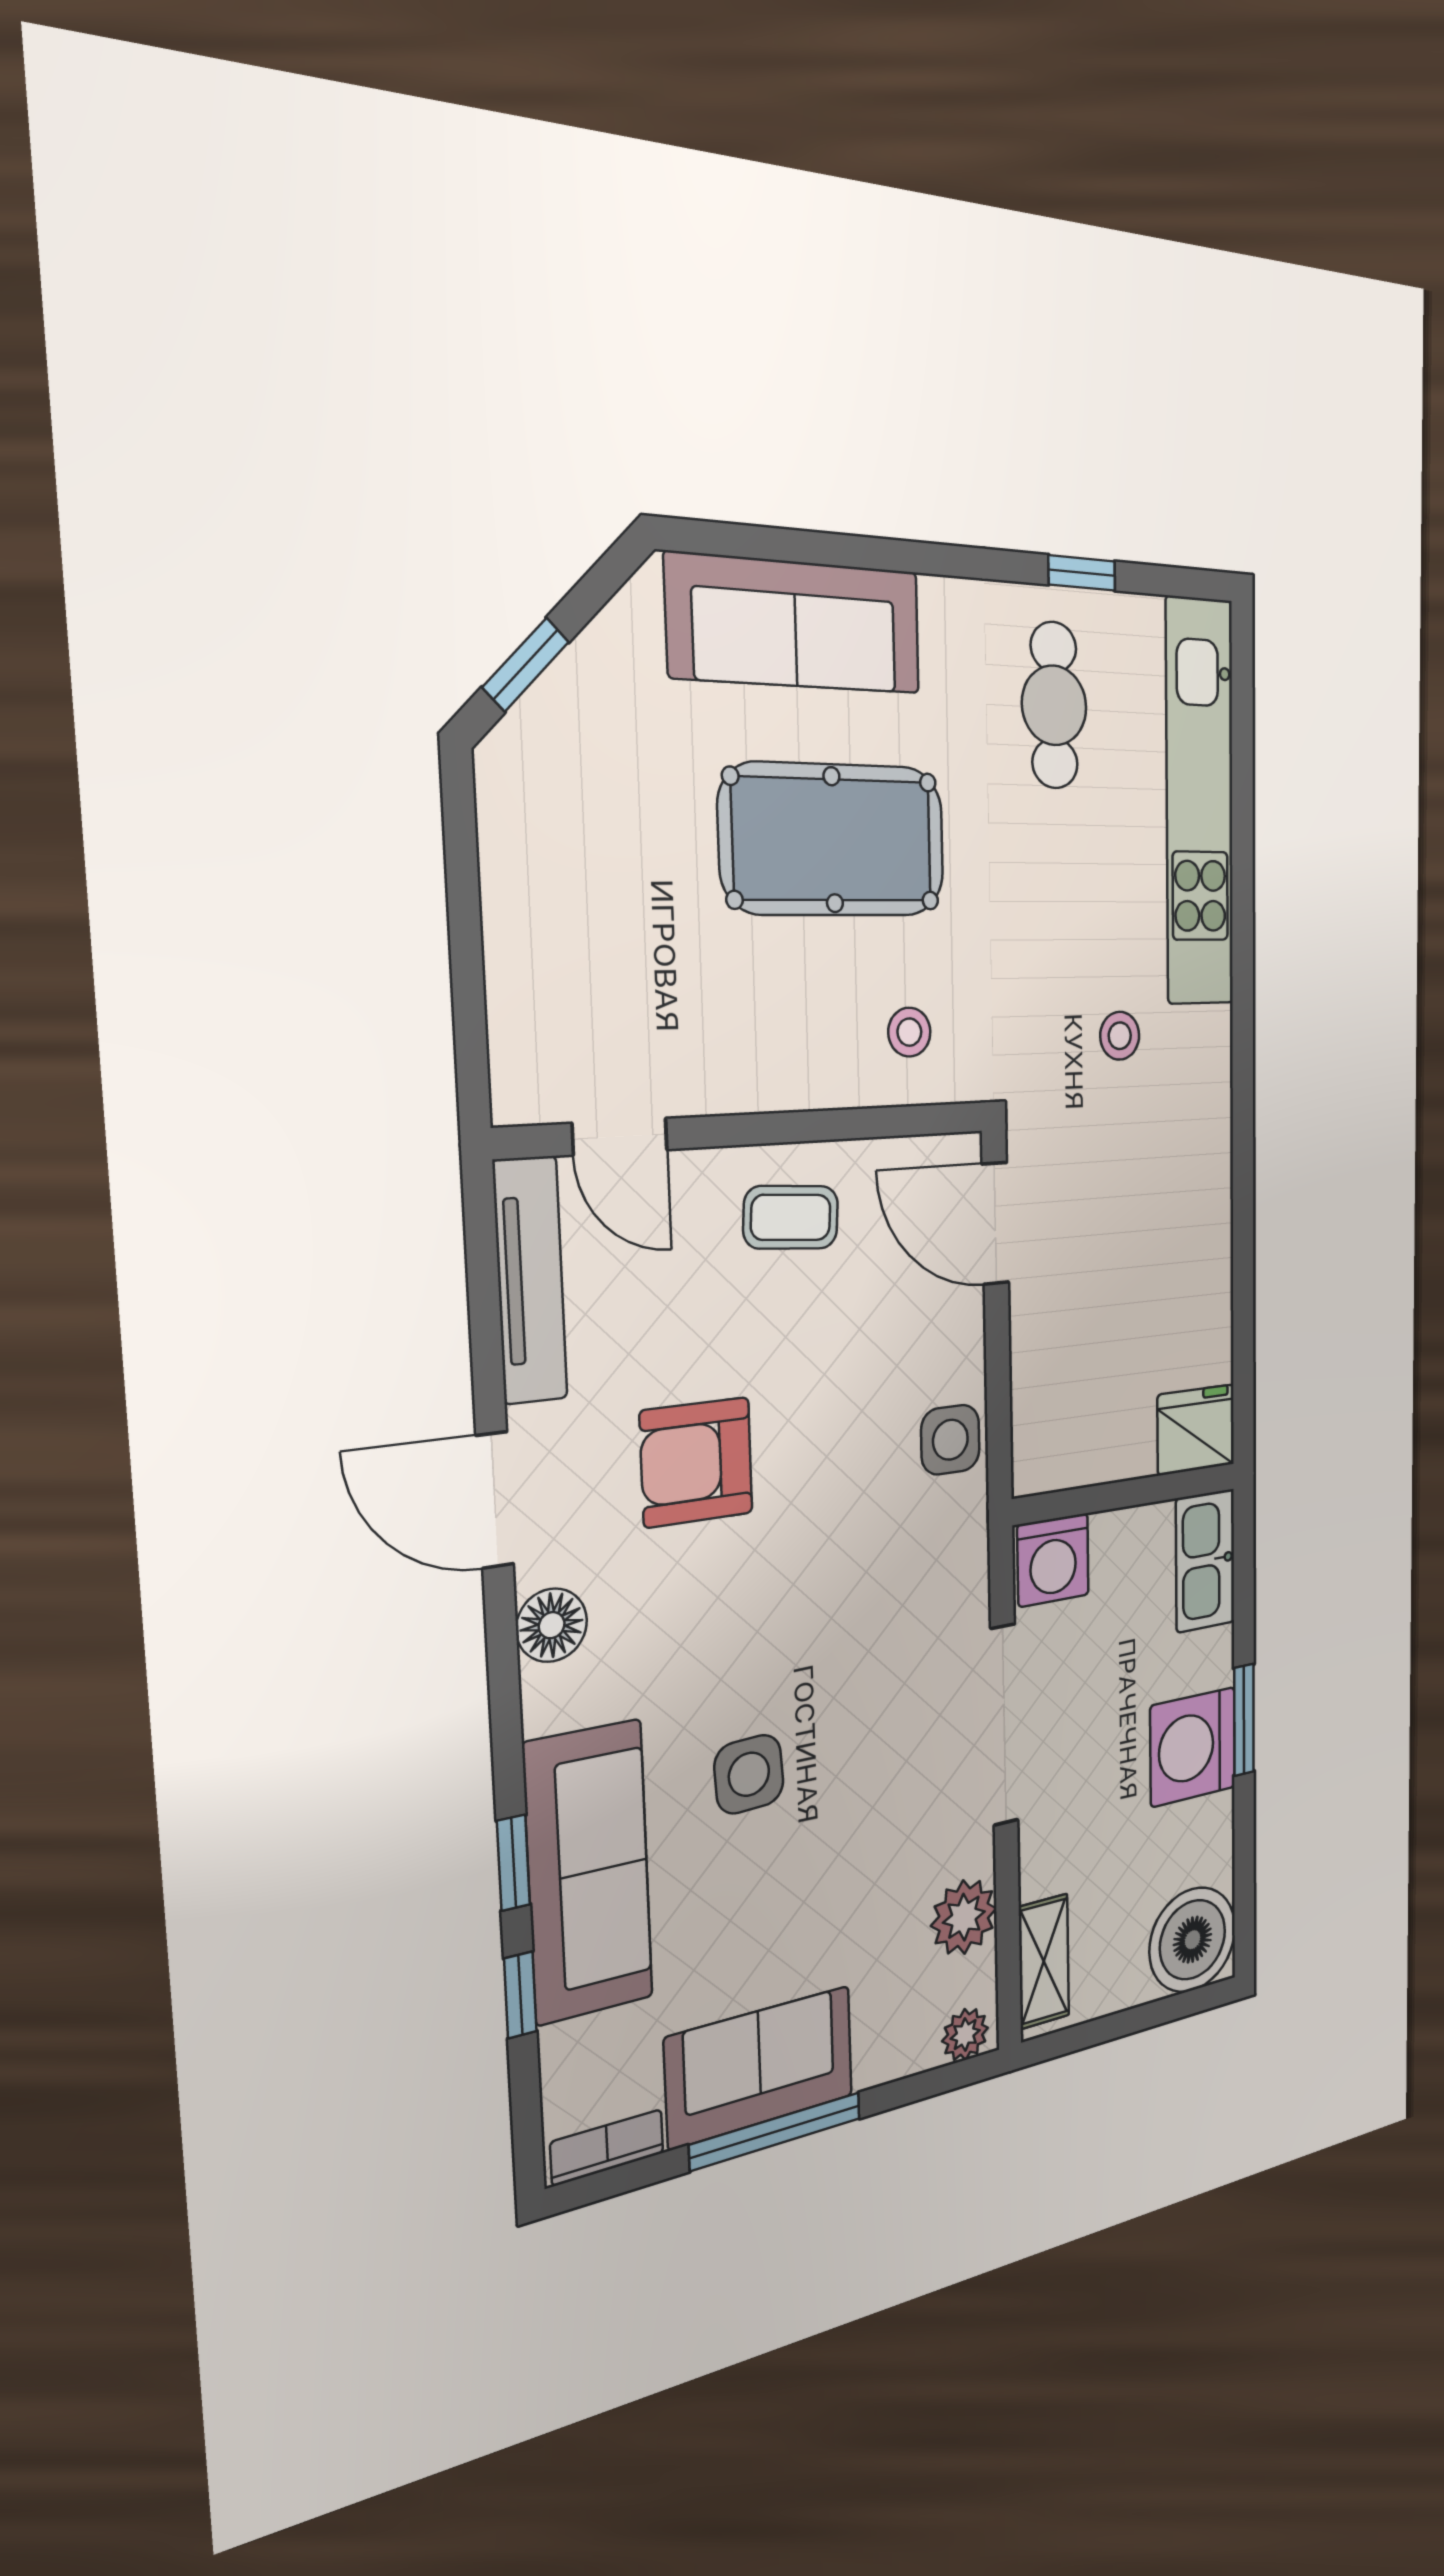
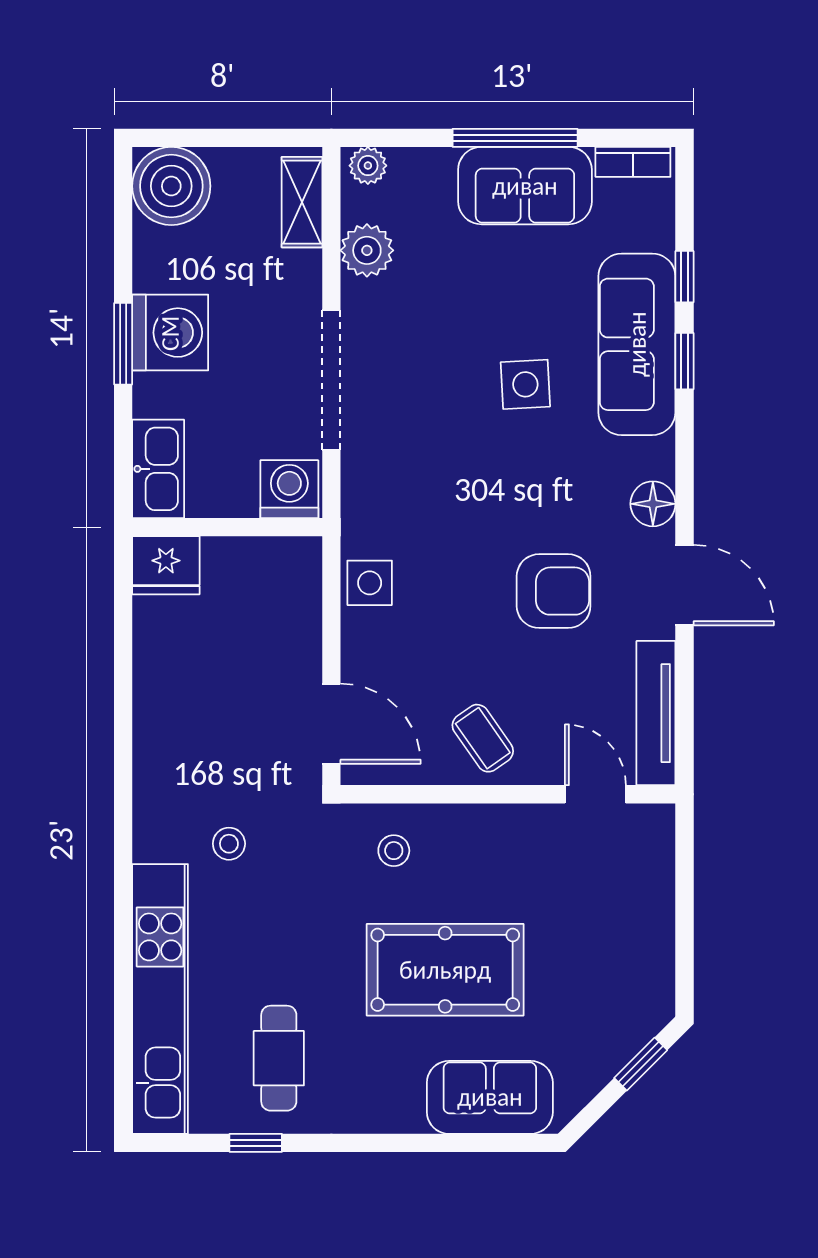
sofa: (795, 624) -> (490, 1097), width x0.73
coffee table: (791, 1217) -> (483, 738), turned 51

